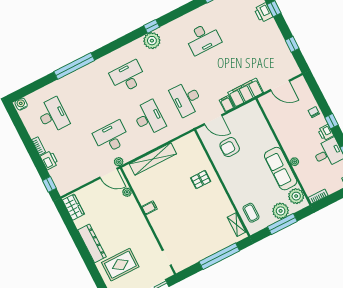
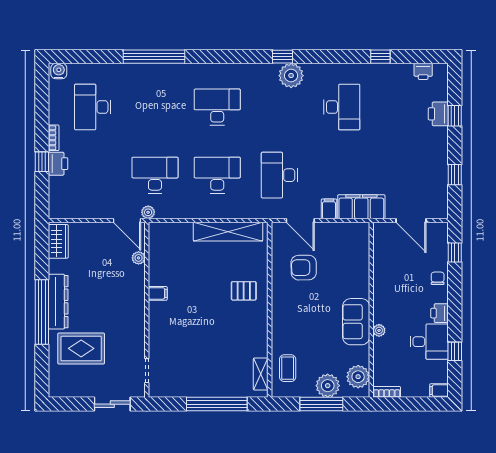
desk: (203, 38) -> (342, 107), turned -90
plant: (152, 41) -> (291, 76), moved
desk: (53, 115) -> (93, 107), turned 180
desk: (149, 118) -> (217, 175), turned -90
window: (331, 121) -> (455, 252), moved
shelving: (153, 159) -> (228, 232), moved
sofa: (281, 169) -> (356, 322), width x0.73
window: (49, 184) -> (42, 162), moved
window: (85, 255) -> (42, 312), added

